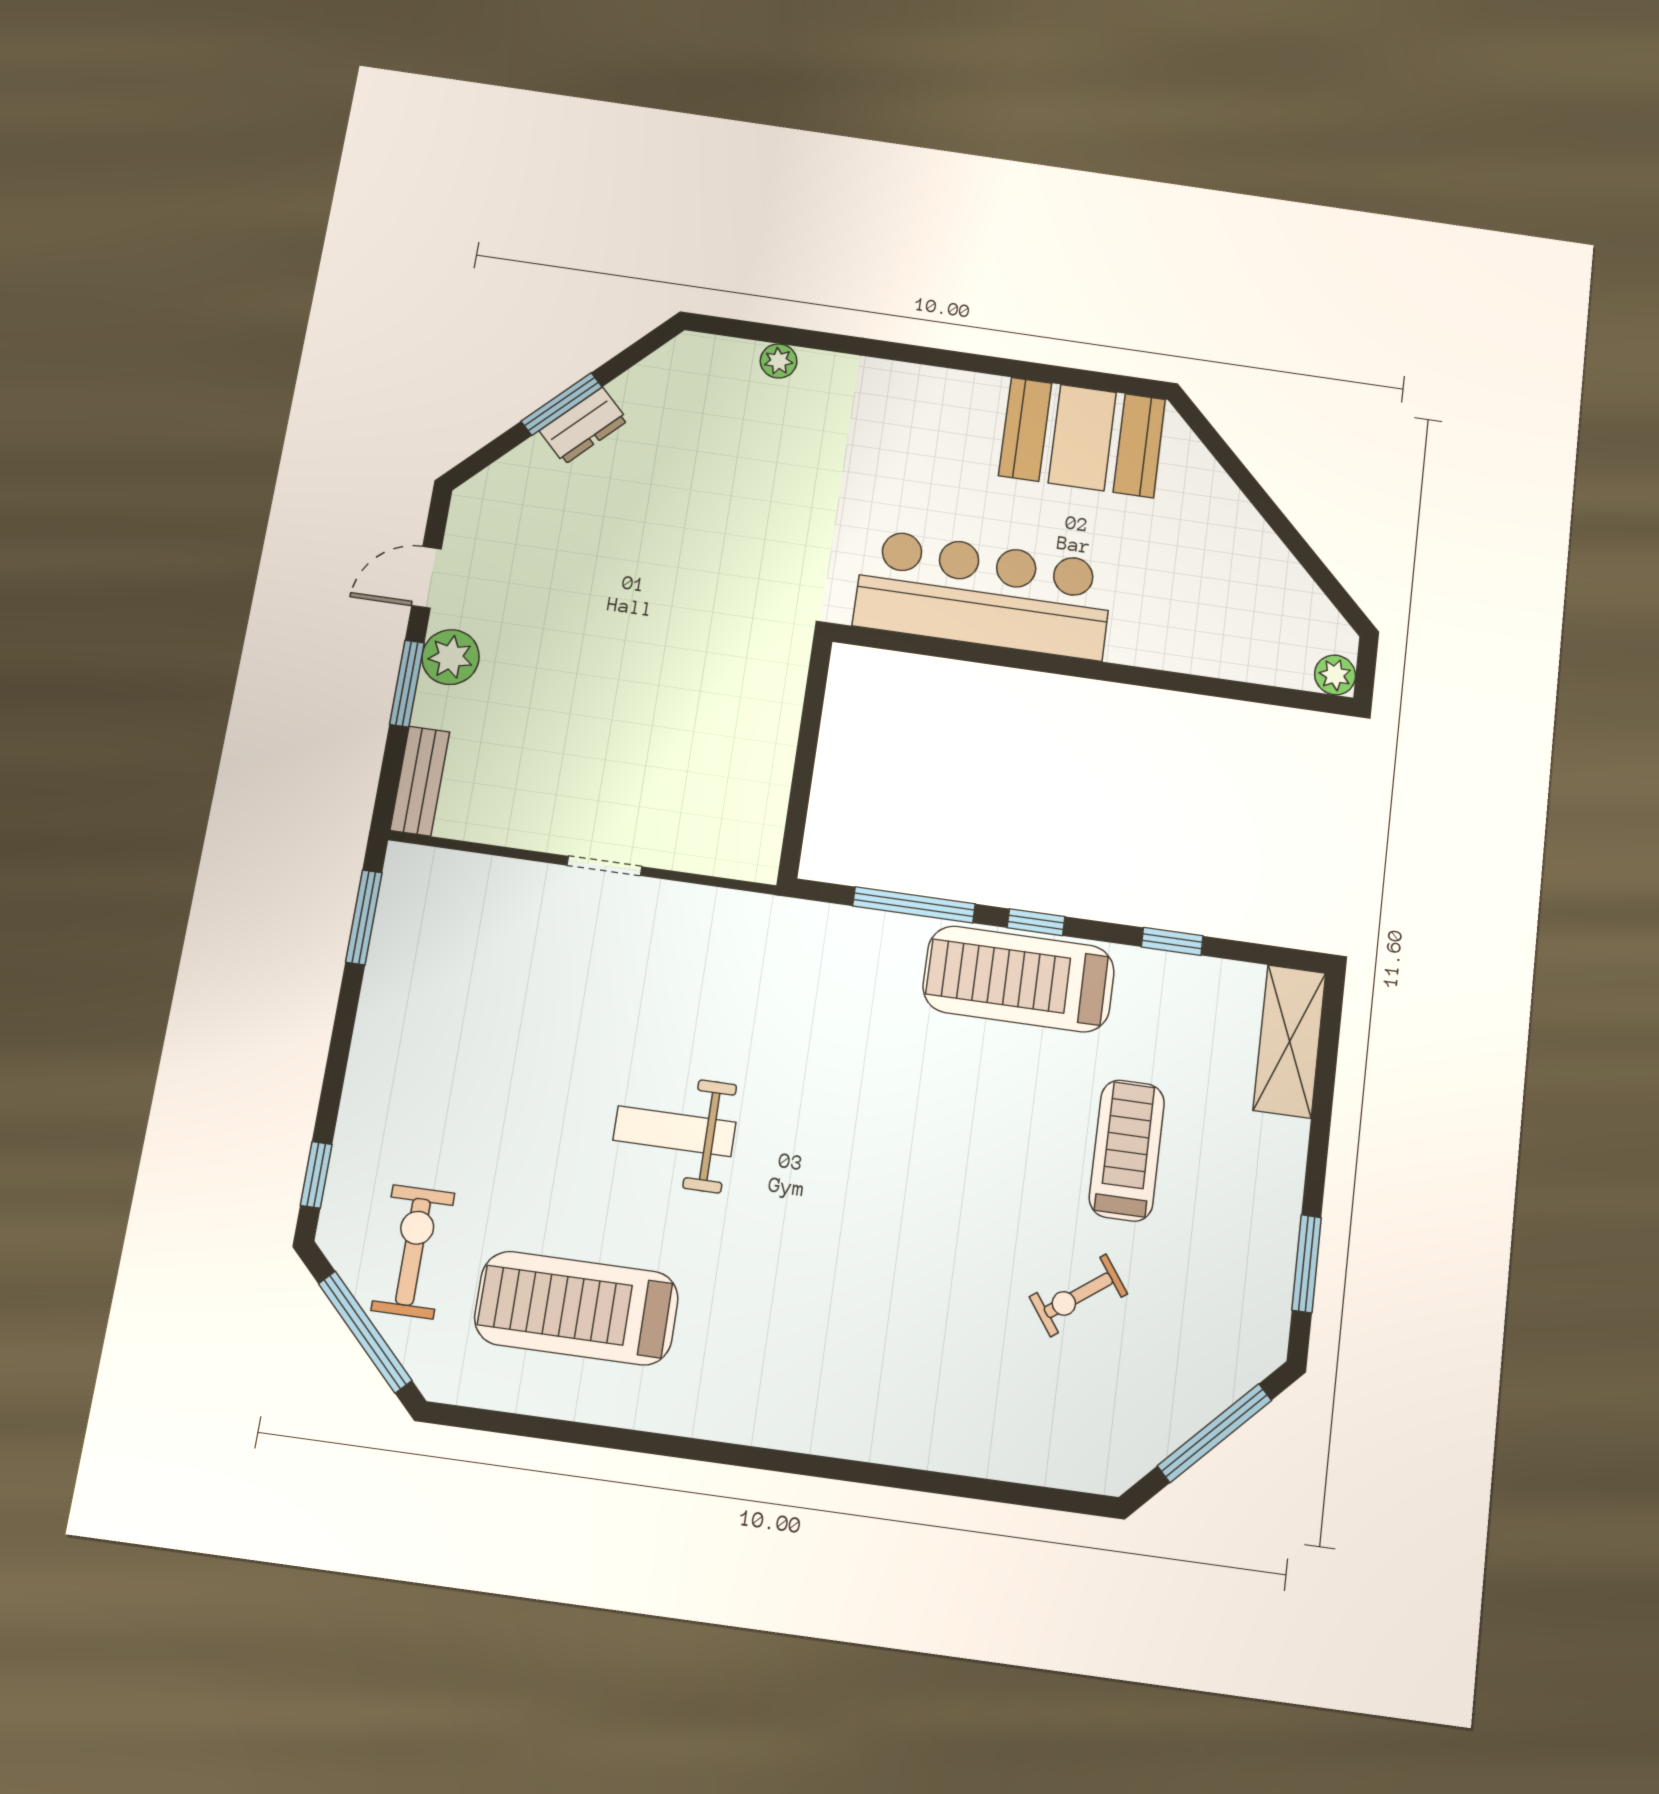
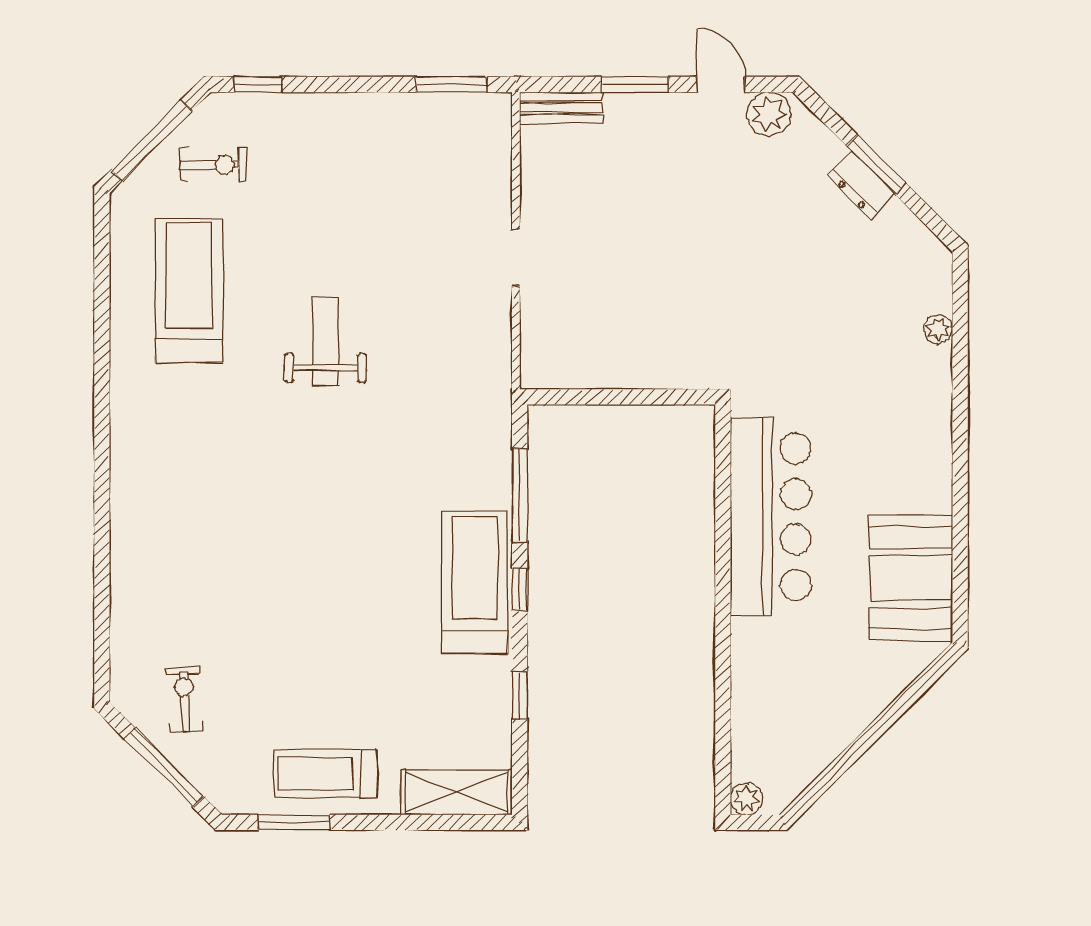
plant: (451, 657) -> (769, 114), moved
treadmill: (1127, 1150) -> (326, 774), moved, turned 180
exercise bike: (413, 1252) -> (213, 165), width x0.73, depth x0.72
exercise bike: (1078, 1295) -> (185, 699), moved, turned 32

